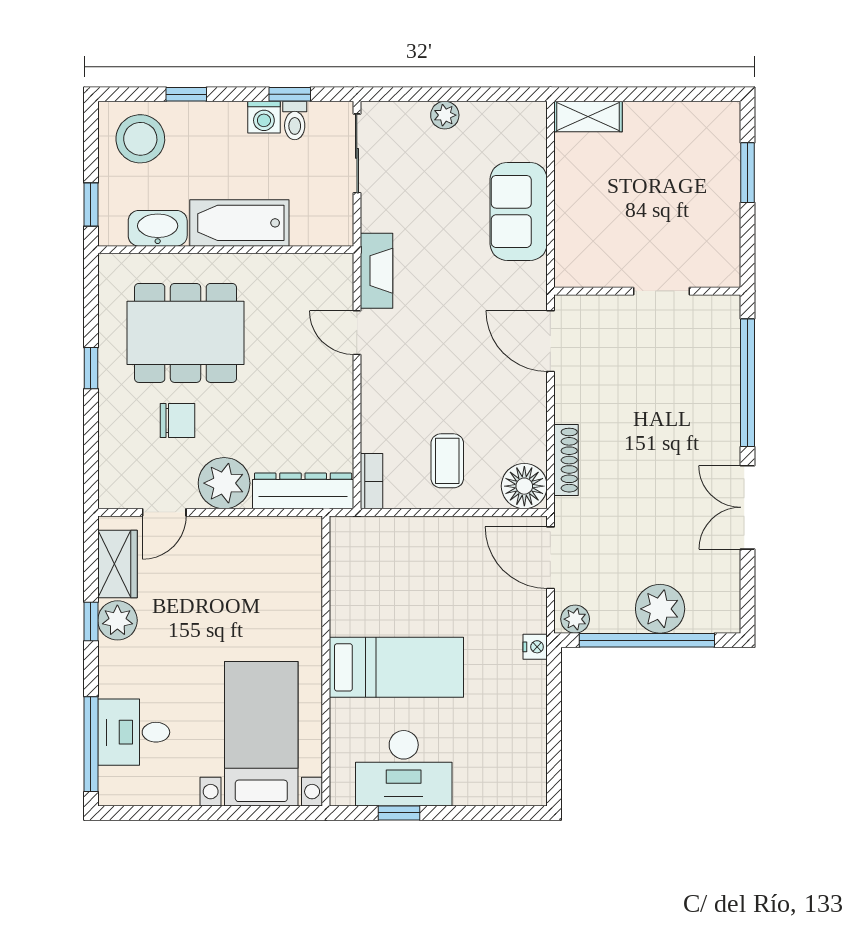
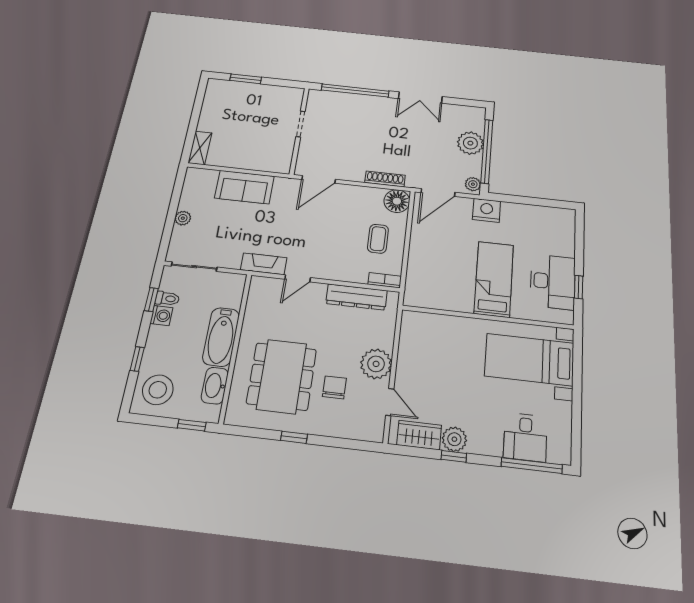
coffee table: (447, 461) -> (378, 239), turned 90
dresser: (303, 491) -> (357, 297), moved, turned -90
nightstand: (535, 647) -> (487, 210), width x1.89, depth x1.79

